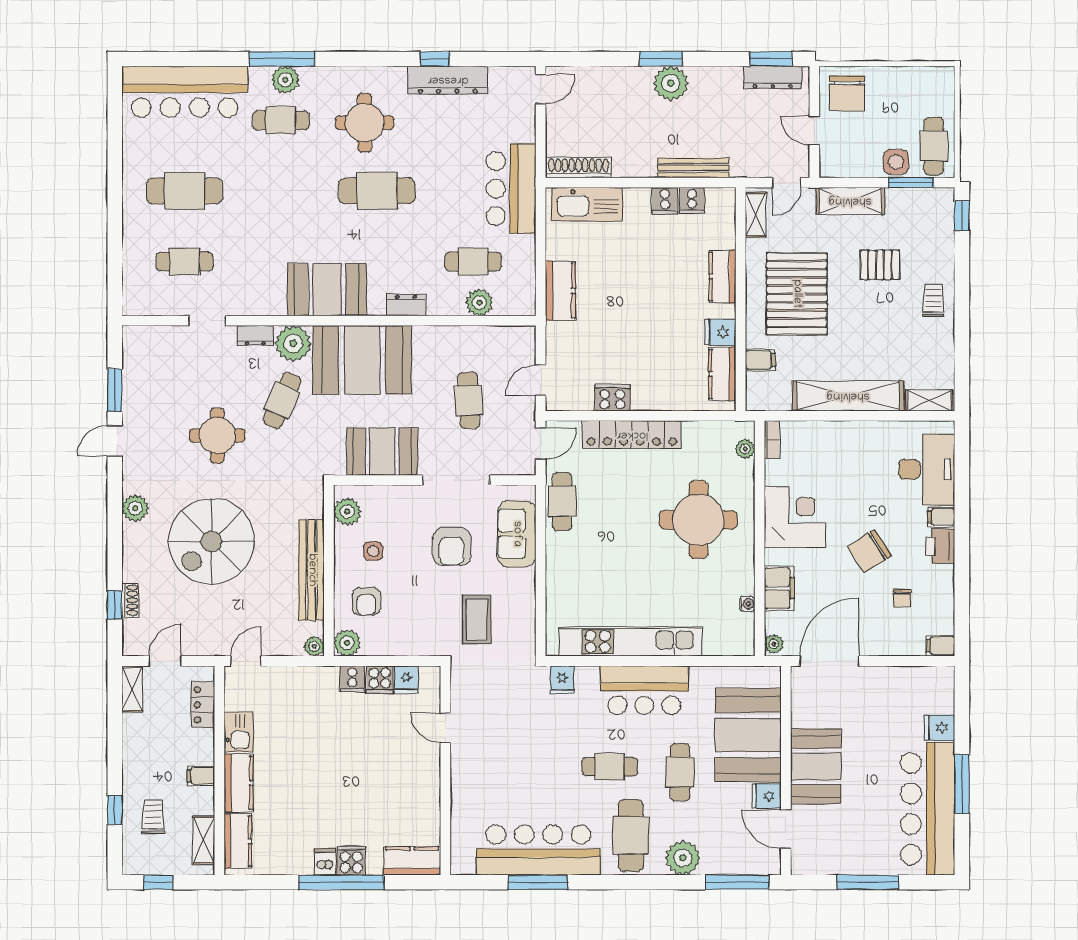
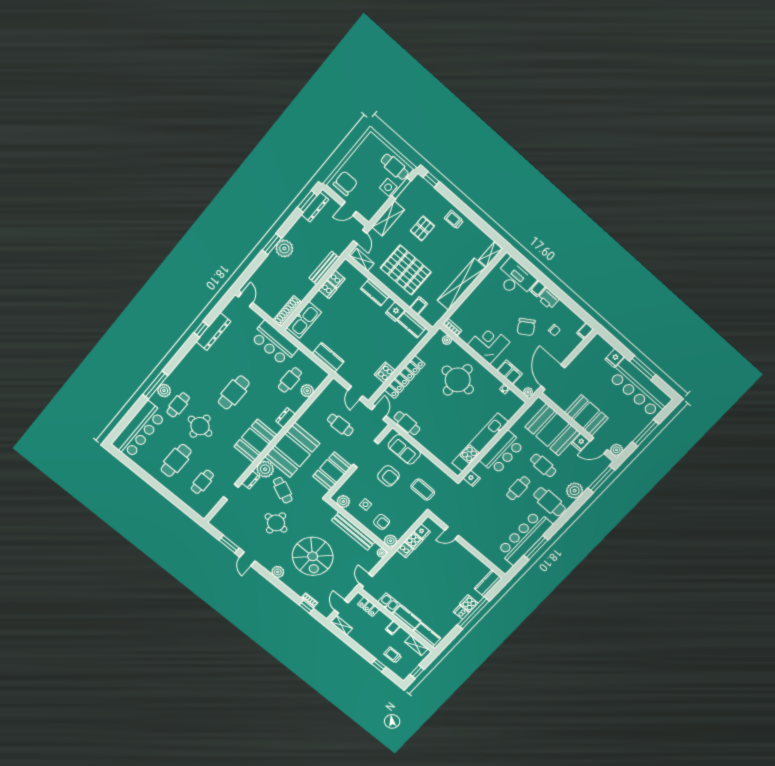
chair: (847, 93) -> (345, 183), turned -90
round table: (365, 123) -> (200, 426), moved
plant: (803, 863) -> (616, 450), added

